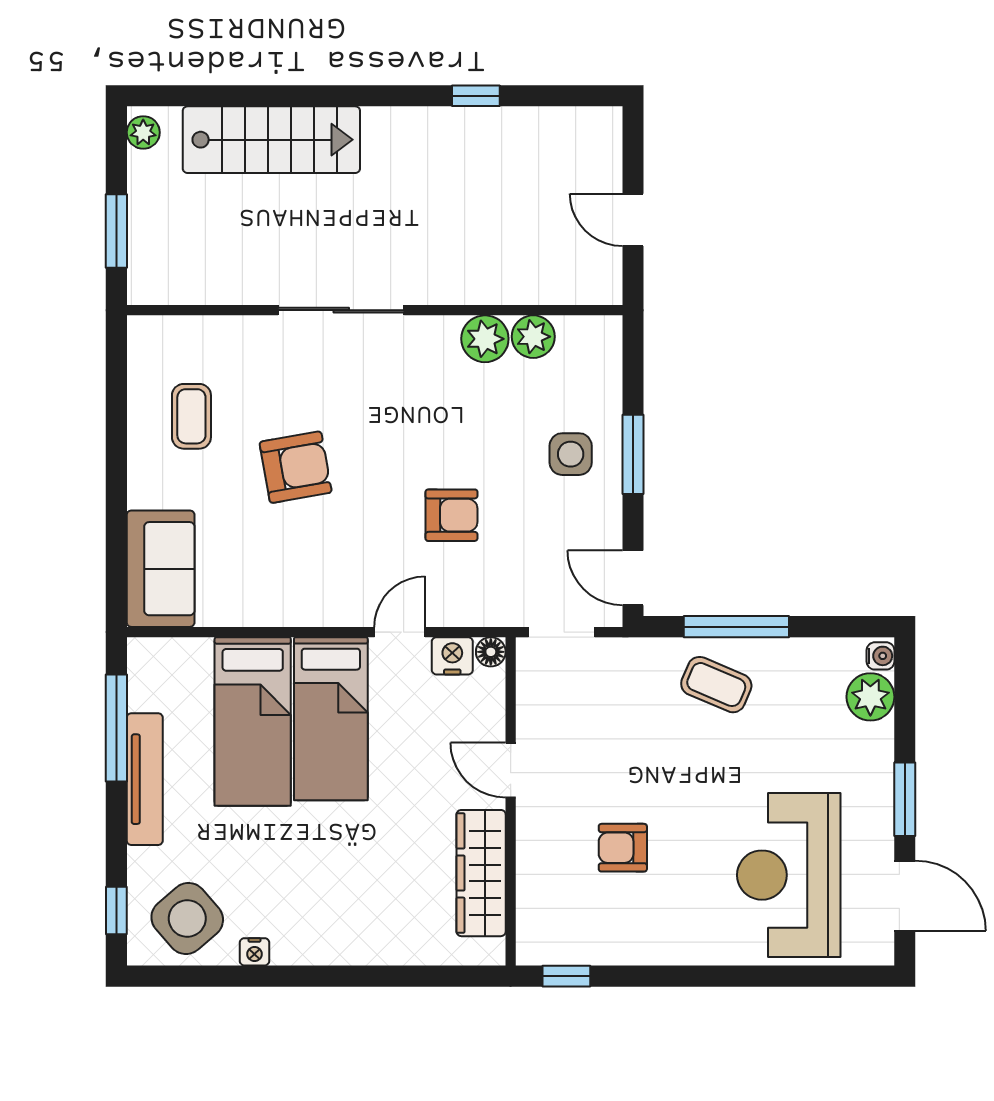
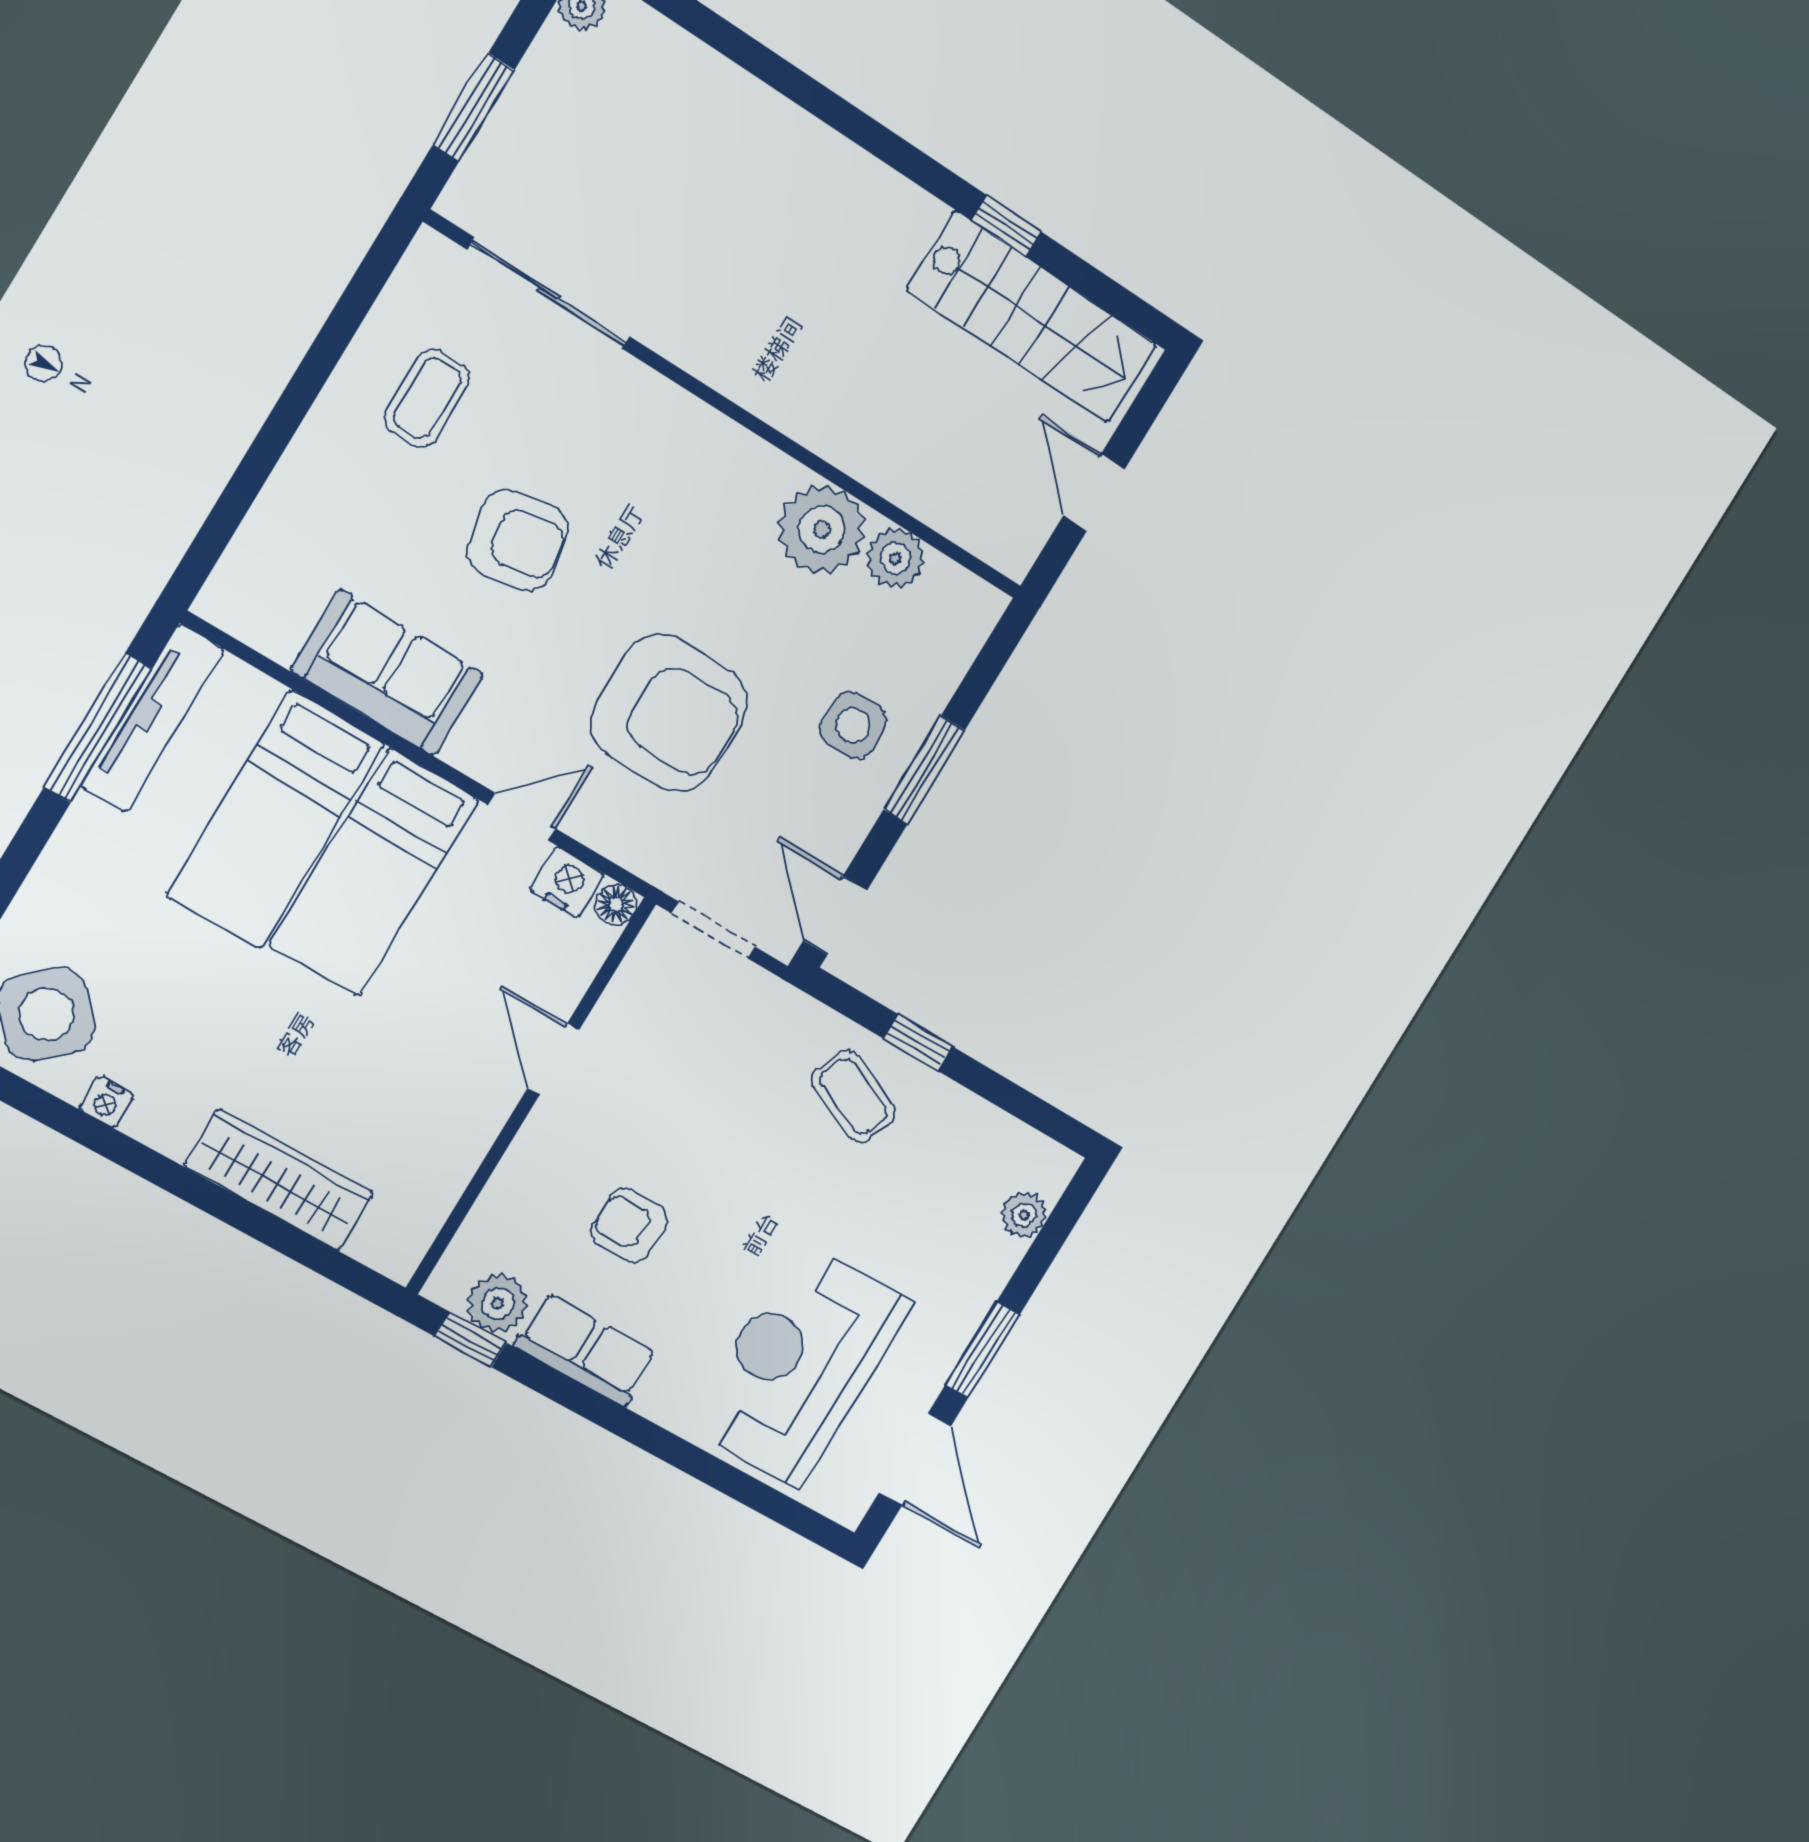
stairs: (271, 140) -> (1032, 317), moved
sliding door: (341, 310) -> (549, 293), moved
plant: (485, 339) -> (822, 529), width x1.36, depth x1.36
armchair: (451, 515) -> (669, 713), width x1.88, depth x1.88
sofa: (161, 569) -> (387, 672), moved, turned -90
window: (736, 627) -> (918, 1042), width x0.46
water cooler: (880, 656) -> (1057, 1170), removed
plant: (870, 697) -> (1024, 1215), width x0.73, depth x0.73
tv unit: (145, 779) -> (153, 718), moved
wardrobe: (481, 873) -> (279, 1179), moved, turned 90
row of seats: (643, 942) -> (585, 1350), added
plant: (569, 944) -> (498, 1303), added

